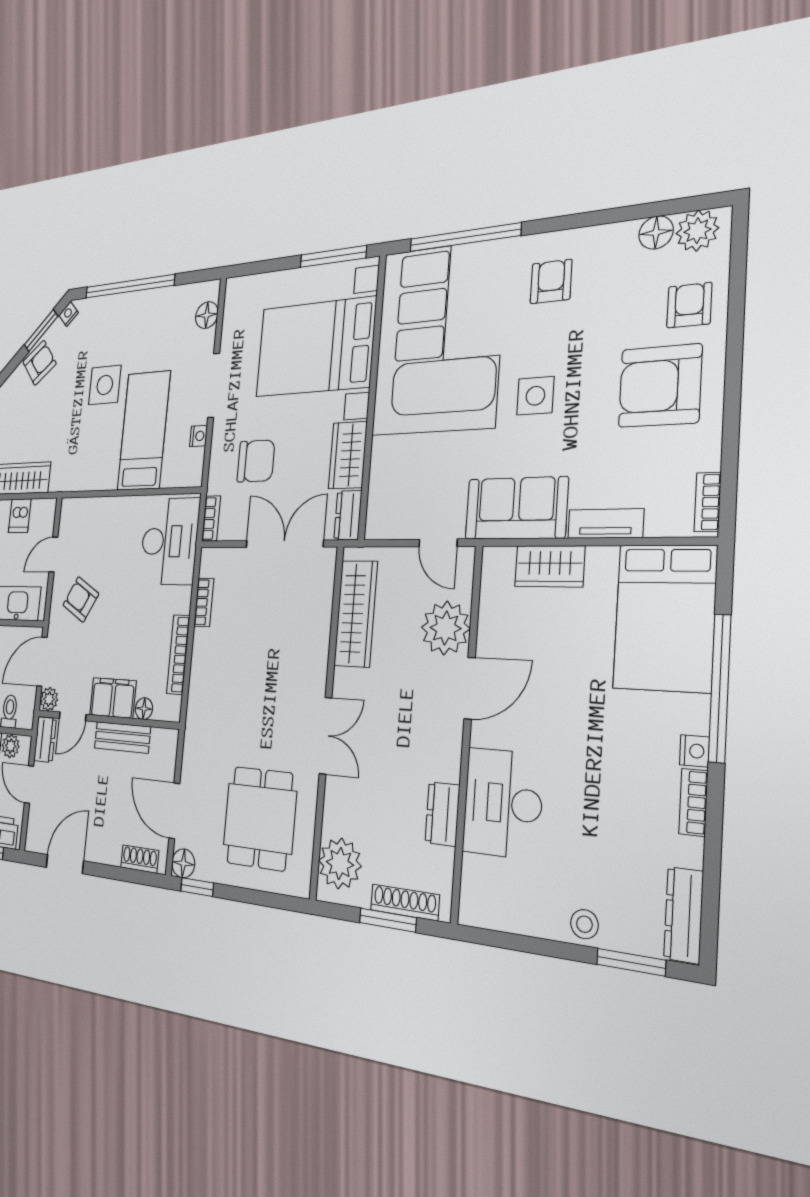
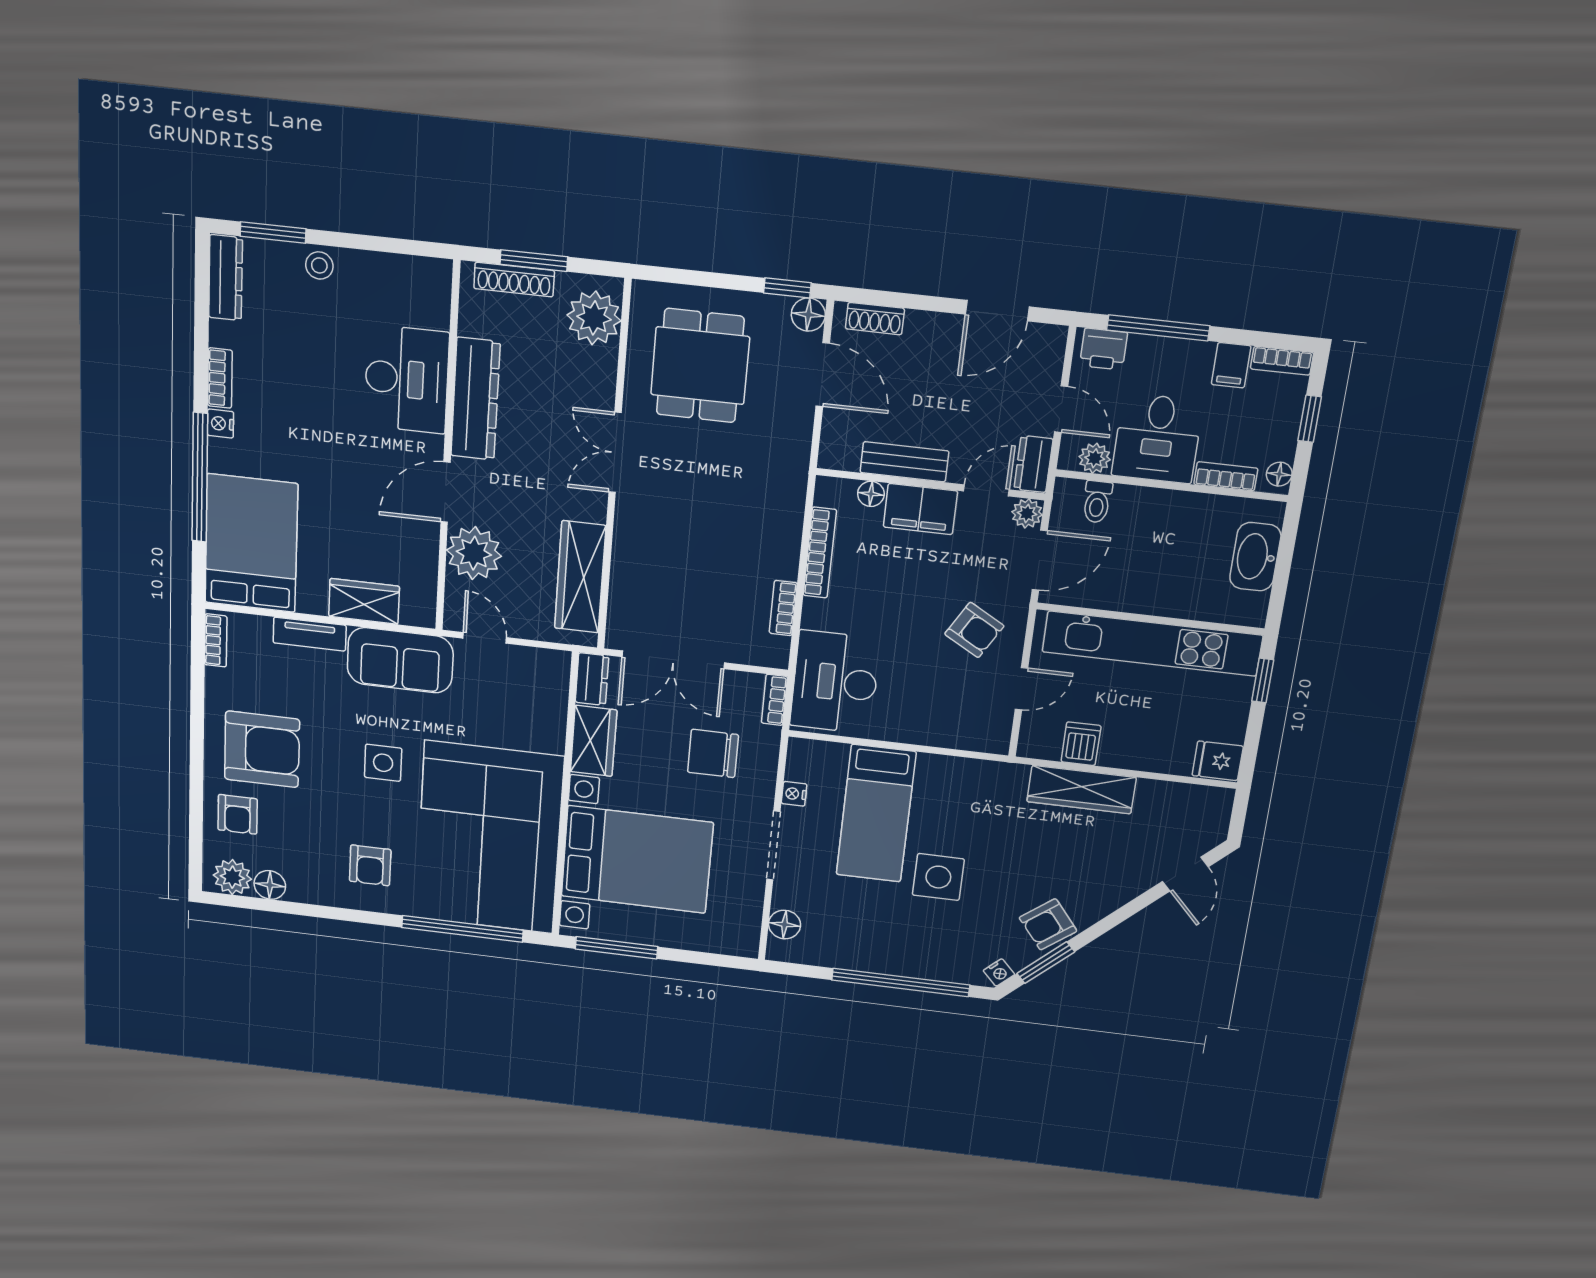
dresser: (442, 814) -> (475, 399), width x1.96, depth x1.24

